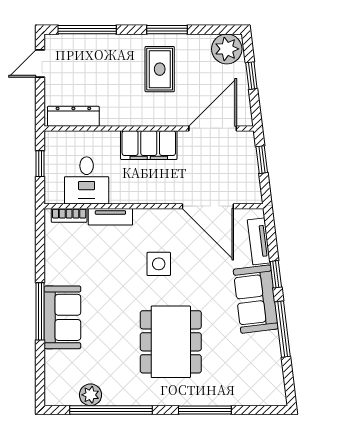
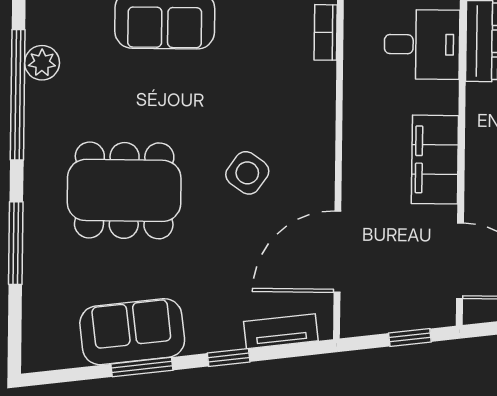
desk: (87, 180) -> (422, 44), moved, turned 180
tv unit: (110, 217) -> (323, 98), removed
side table: (159, 264) -> (247, 173), turned 35
sofa: (256, 299) -> (132, 332), moved
window: (283, 329) -> (142, 367), width x0.69

